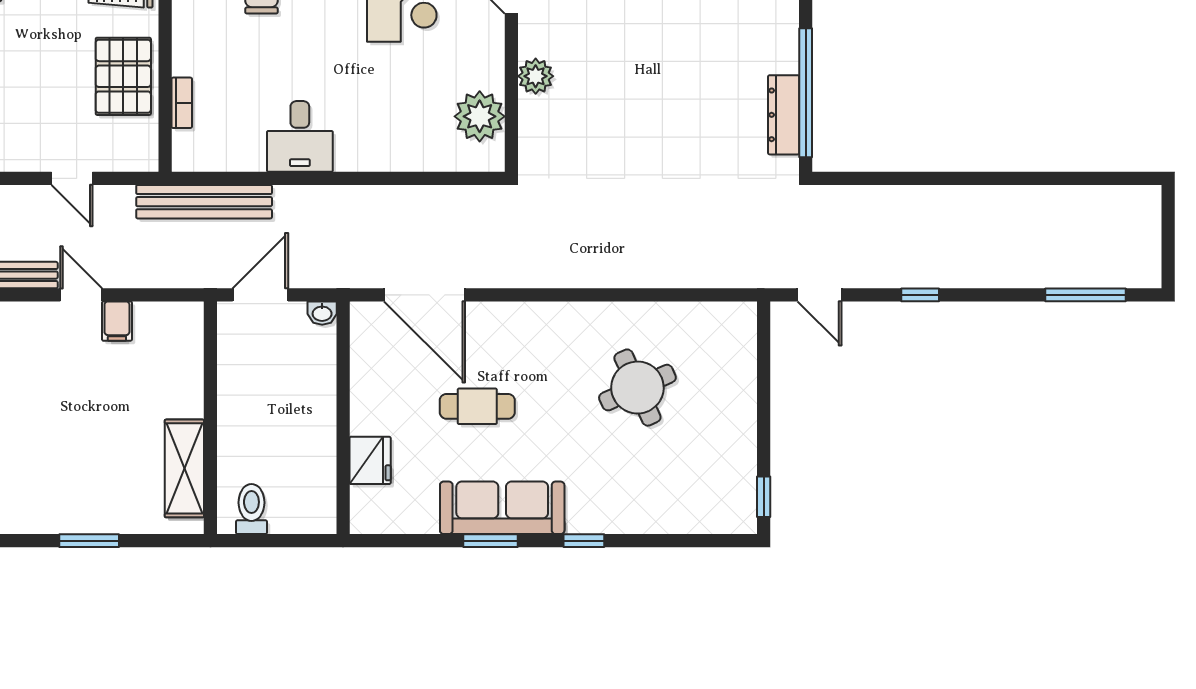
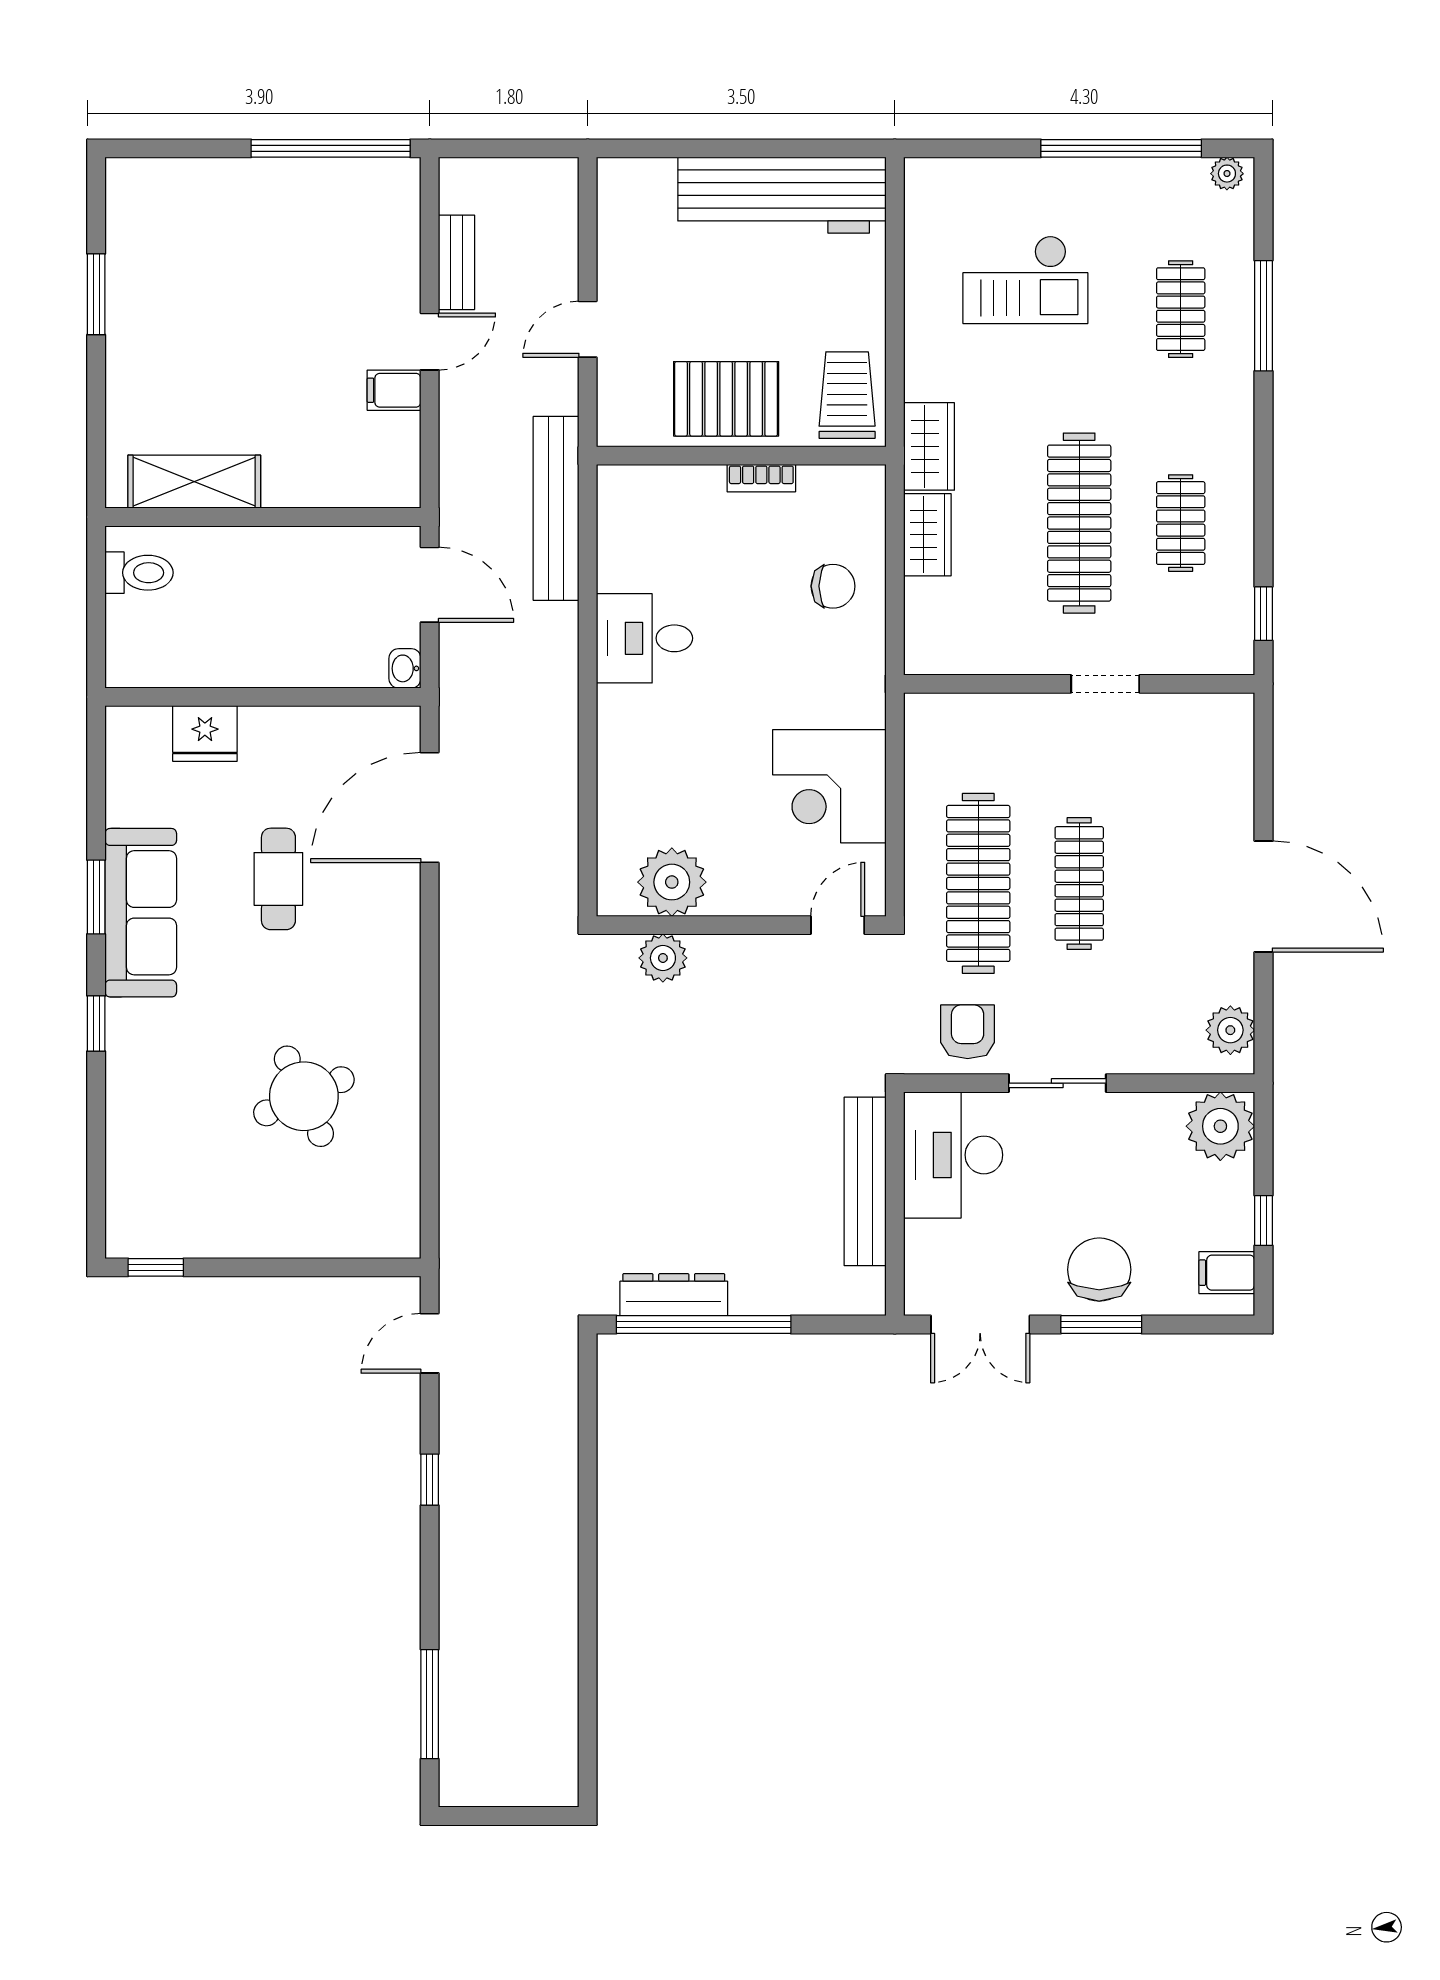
plant: (536, 76) -> (663, 958), moved
bookcase: (182, 103) -> (761, 478), moved
window: (89, 541) -> (96, 294), moved

